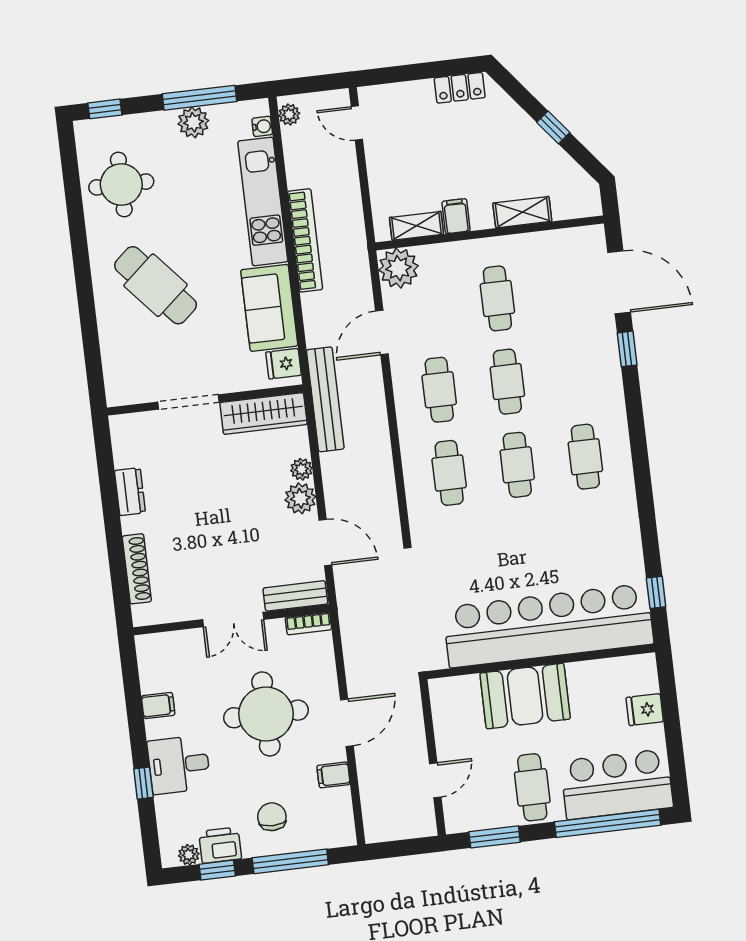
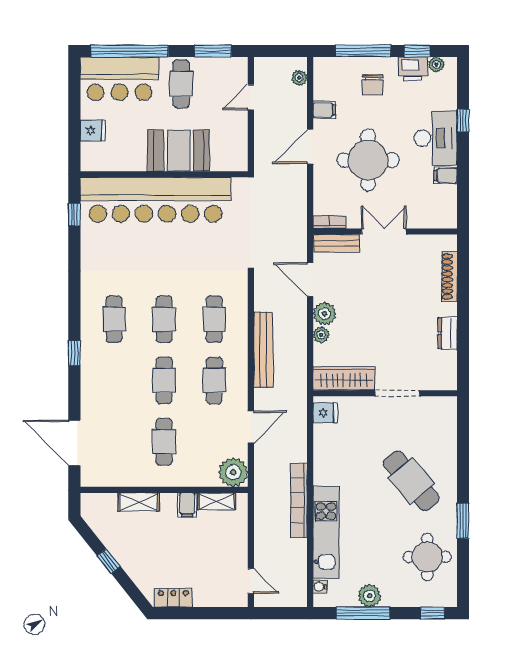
plant: (289, 114) -> (299, 78), moved
window: (79, 239) -> (463, 521), added
sofa: (269, 308) -> (330, 455), removed
window: (627, 349) -> (74, 353), moved
bench: (325, 399) -> (263, 350), moved
desk: (179, 765) -> (436, 138), width x1.37

